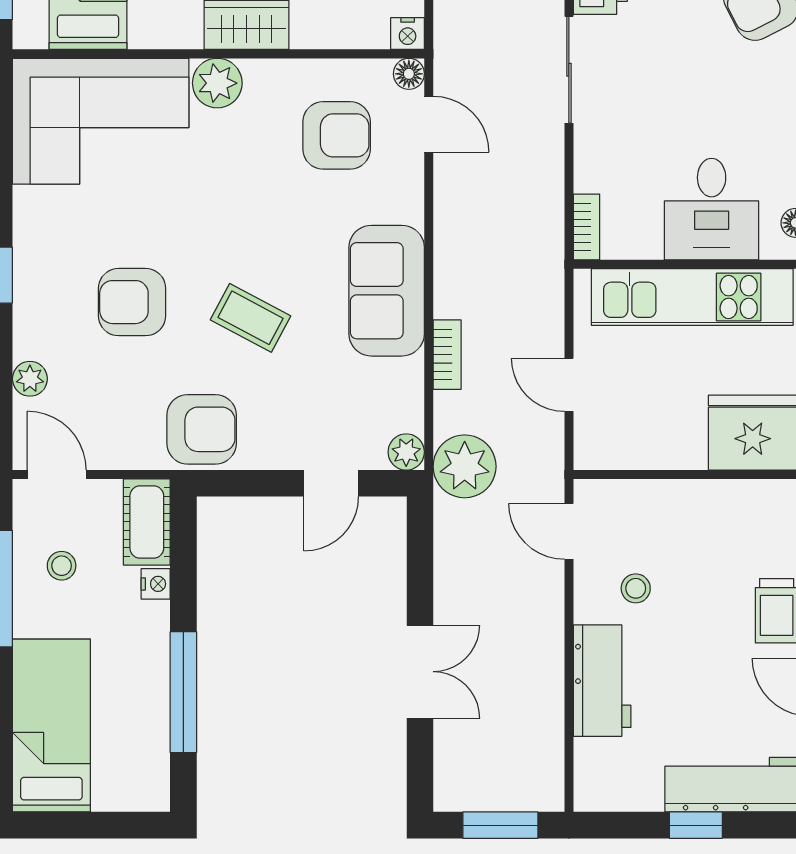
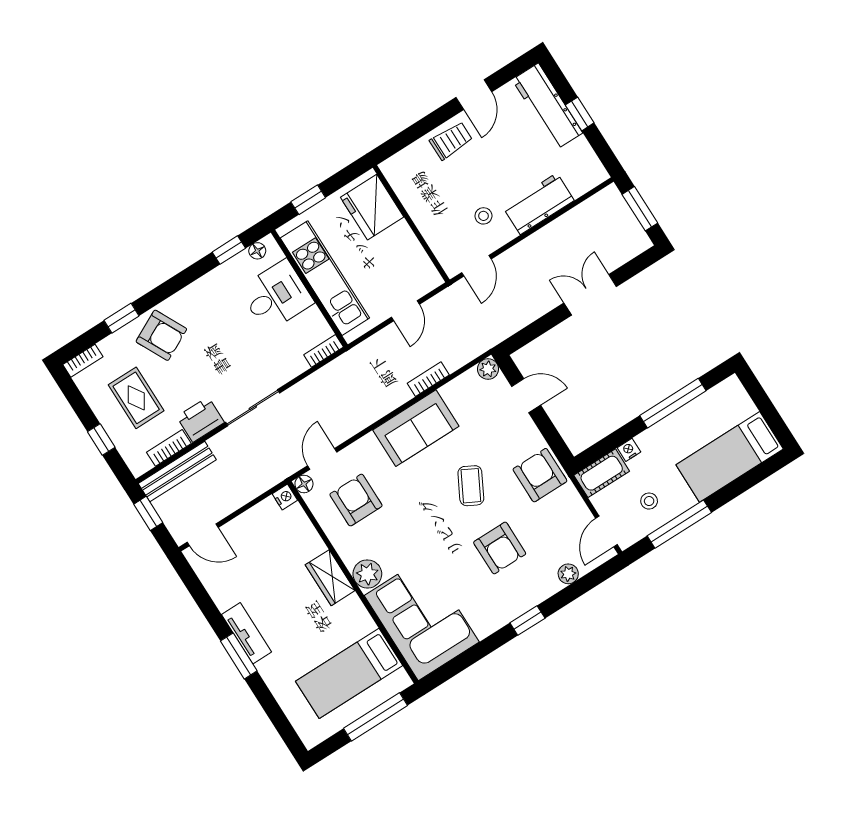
plant: (465, 466) -> (477, 336), removed

